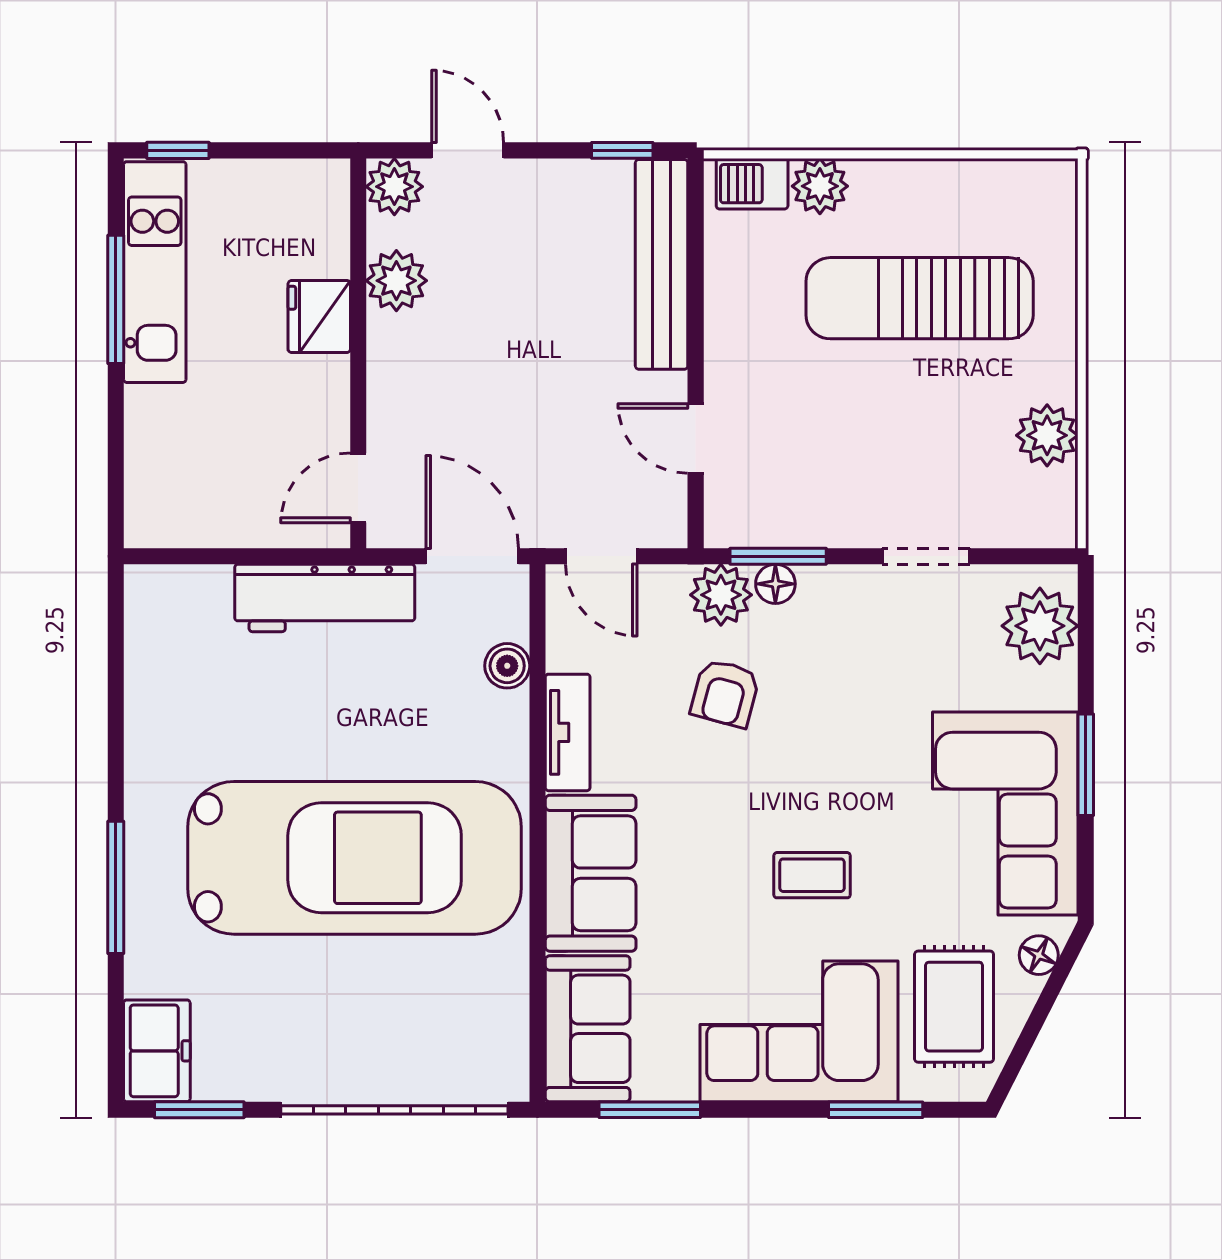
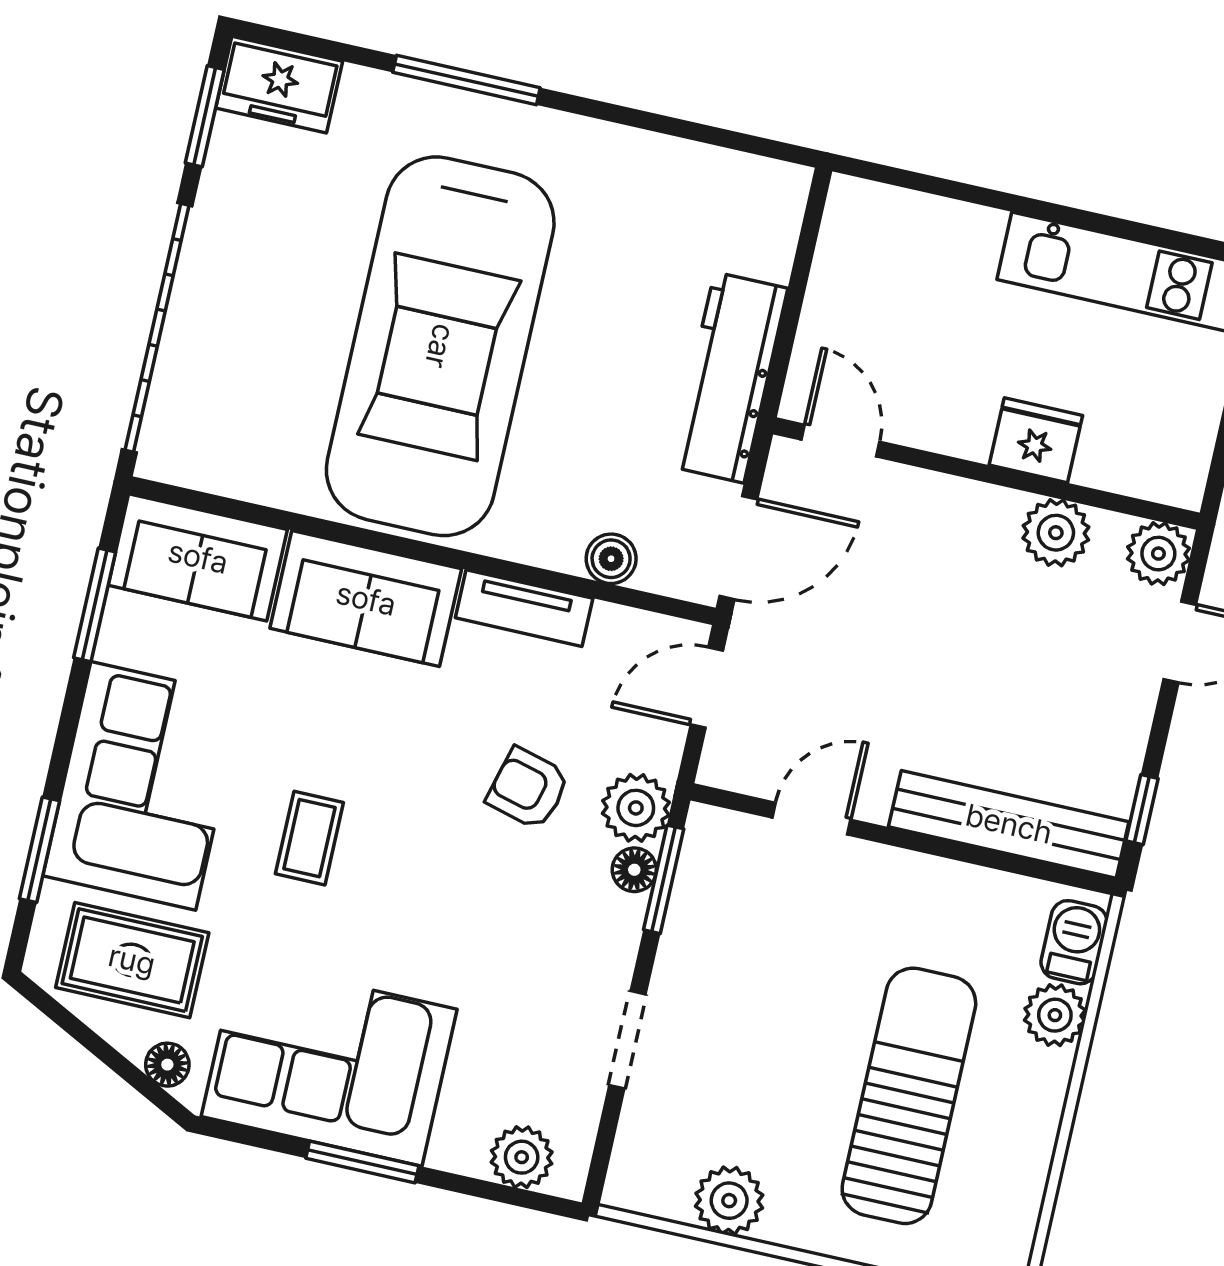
window: (116, 299) -> (1104, 224), removed
plant: (1040, 626) -> (522, 1157), width x0.73, depth x0.73

